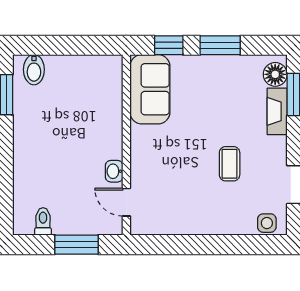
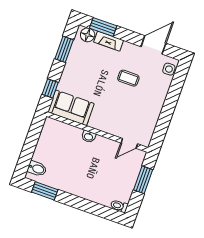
window: (220, 45) -> (64, 49), moved
washbasin: (114, 171) -> (89, 137), moved
toilet: (43, 221) -> (119, 206), moved

